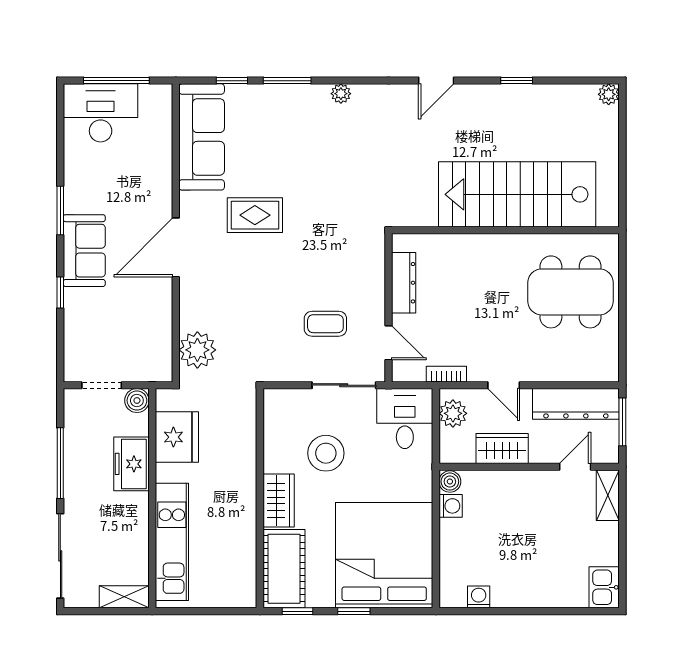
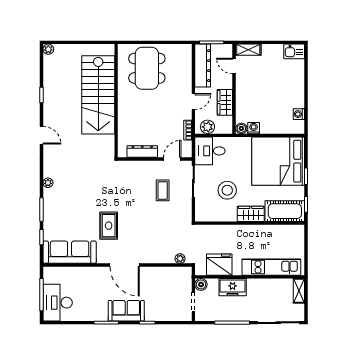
plant: (197, 350) -> (180, 259), width x0.53, depth x0.53

